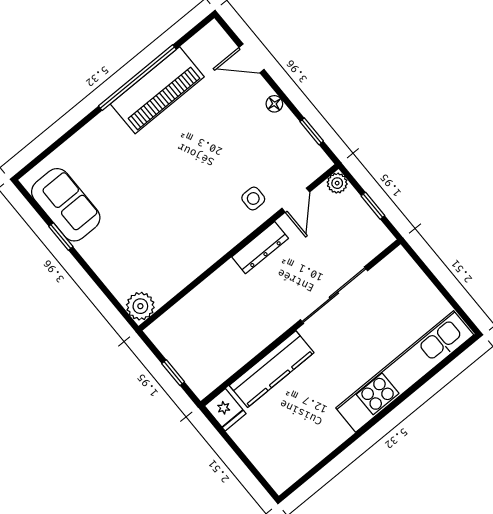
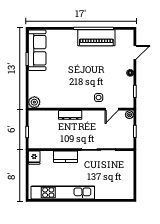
door: (251, 58) -> (135, 52), swing flipped
sofa: (66, 205) -> (37, 50), width x1.36
dresser: (260, 248) -> (70, 115), moved
kitchen counter: (272, 369) -> (66, 157), width x0.67
kitchen unit: (405, 371) -> (63, 192), moved

